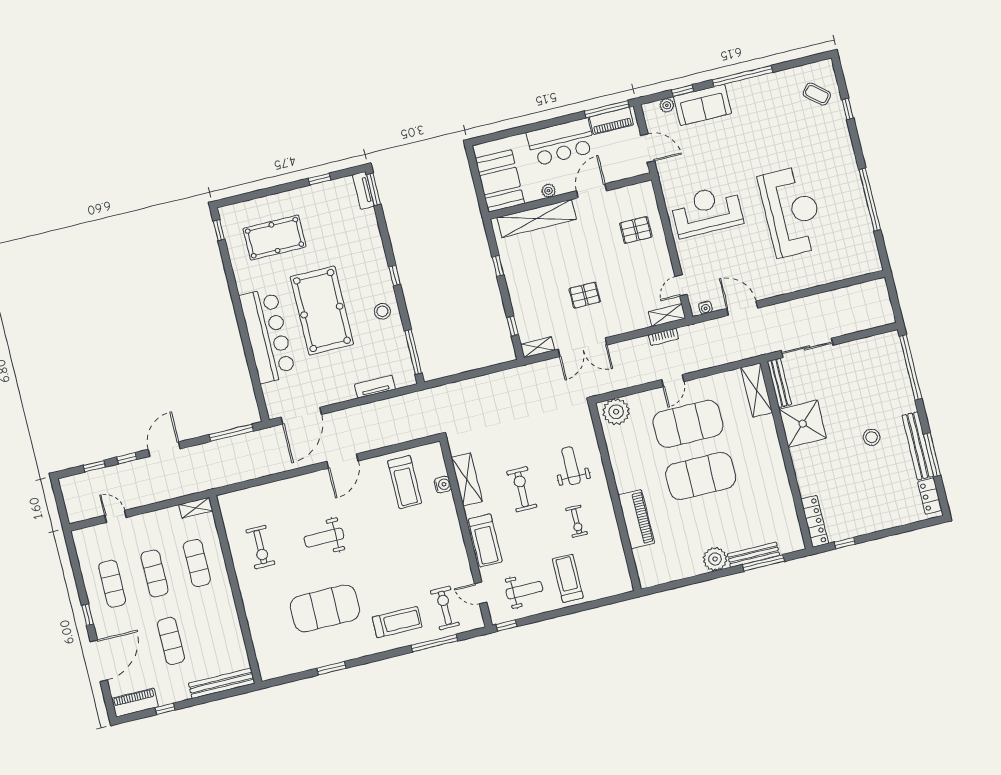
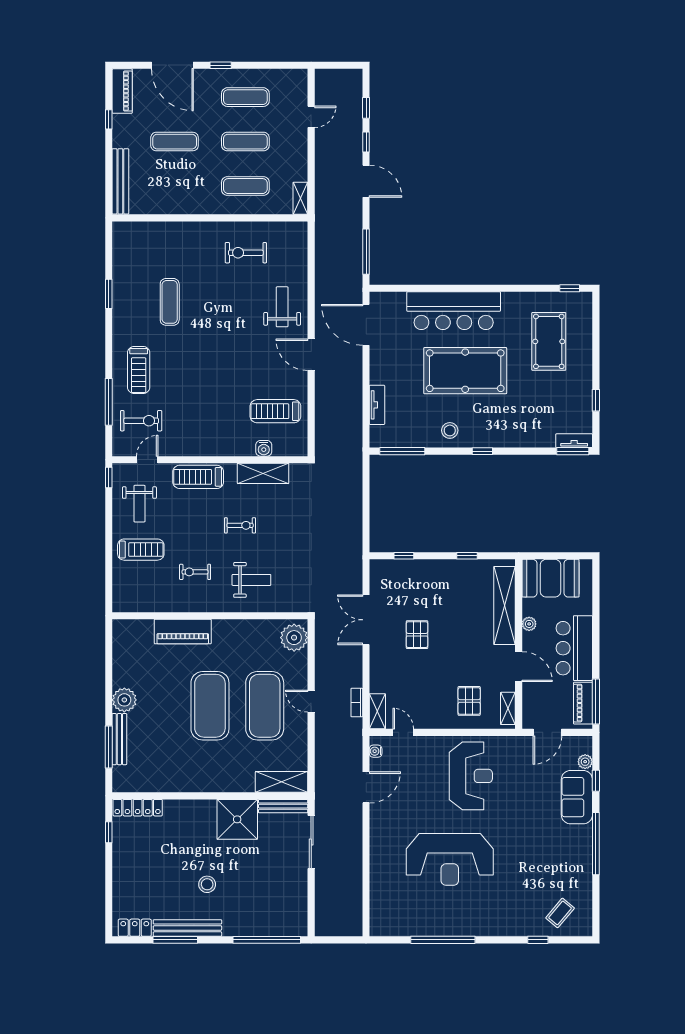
shelving: (538, 347) -> (508, 708), moved
exercise bike: (522, 489) -> (240, 525), width x0.73, depth x0.72
weight bench: (324, 538) -> (282, 307), moved
exercise mat: (325, 608) -> (170, 302), width x0.50, depth x0.69

